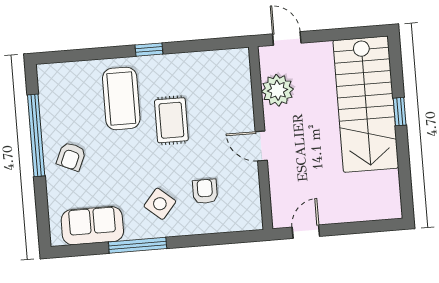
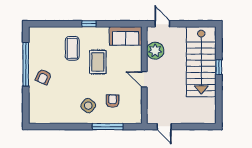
coffee table: (121, 98) -> (72, 48), width x0.73, depth x0.76
sofa: (92, 226) -> (126, 36), moved, turned 180
door: (306, 232) -> (164, 127), swing flipped
window: (138, 245) -> (108, 127), moved

